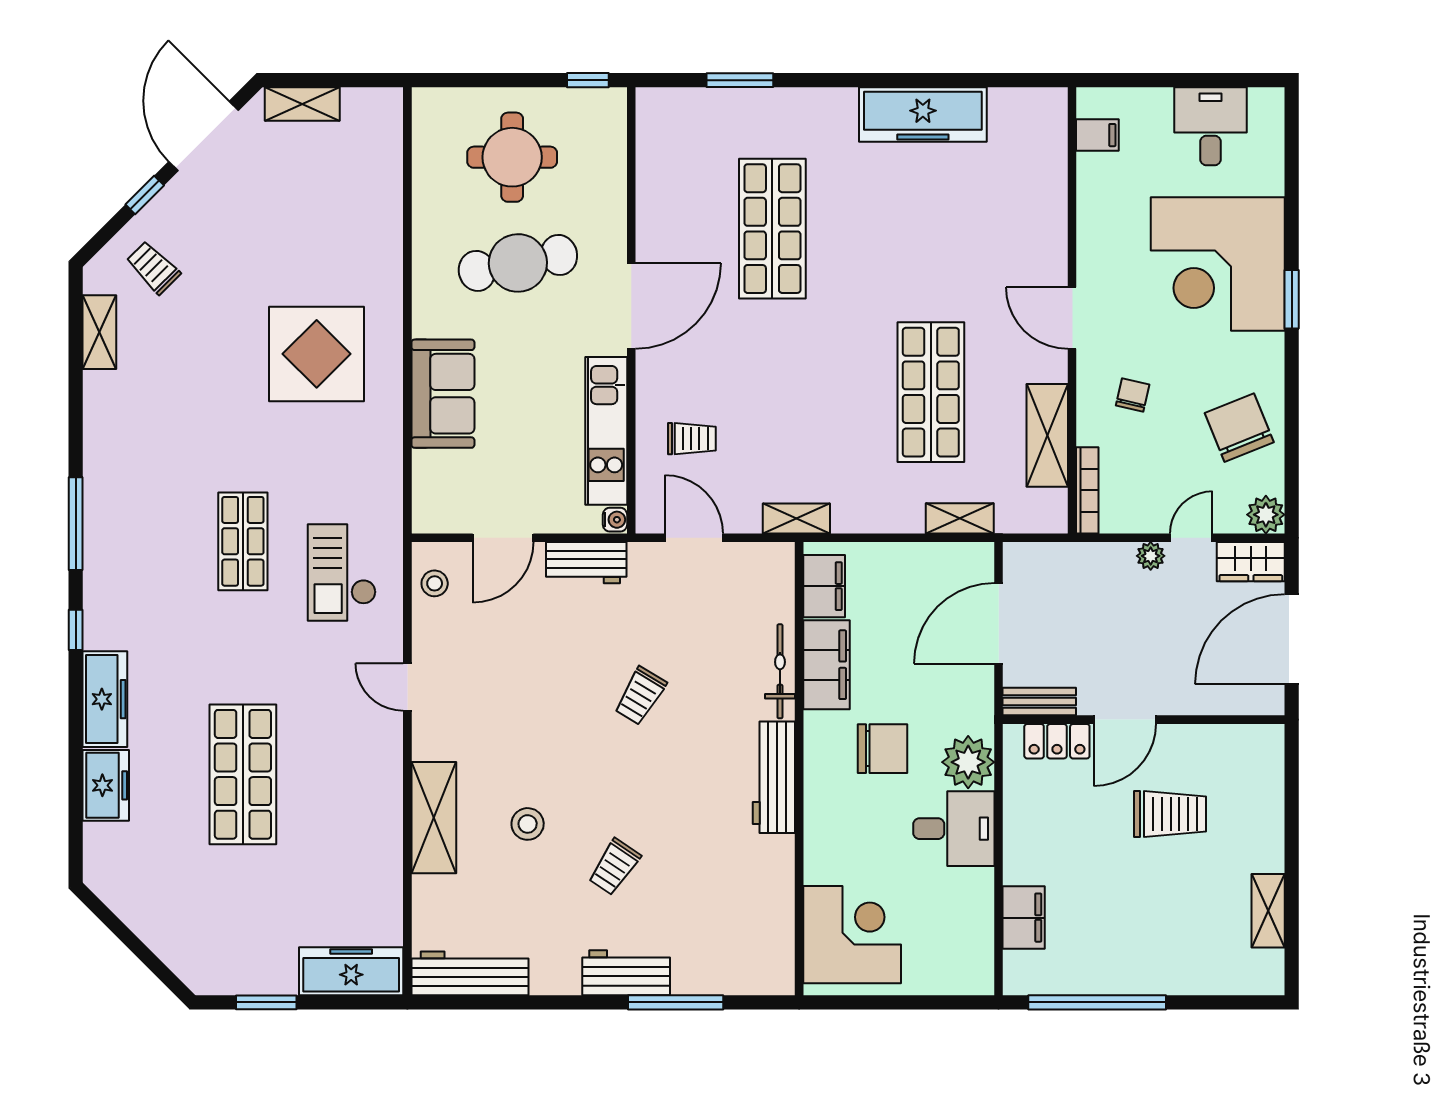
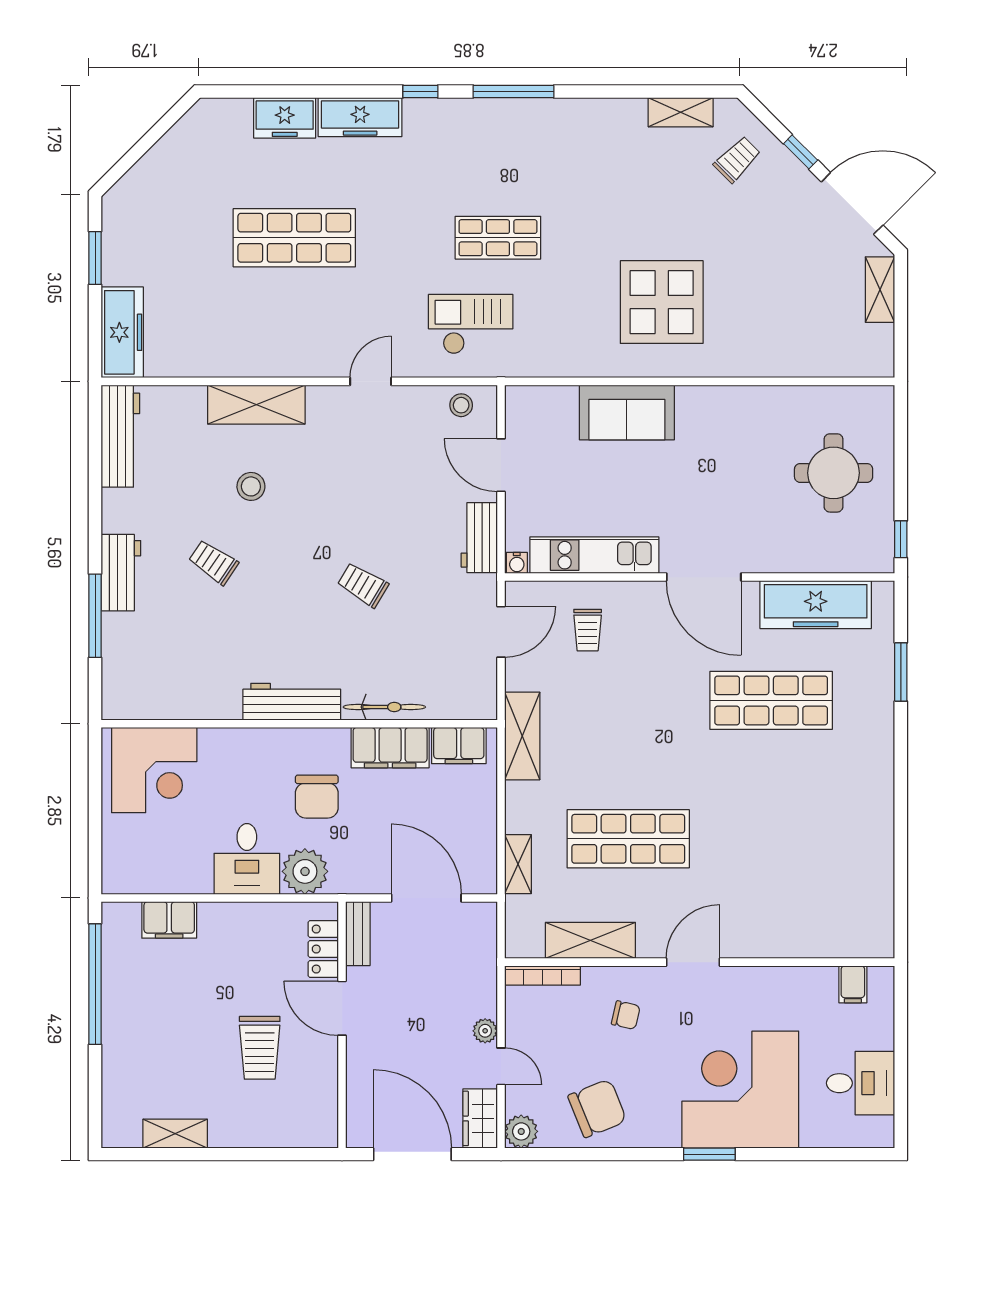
freezer: (923, 115) -> (816, 605), moved, turned -90
cafe table: (518, 263) -> (741, 478), removed
shelving: (796, 519) -> (522, 736), width x1.50, depth x1.33

